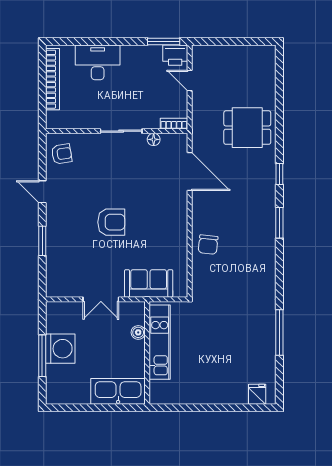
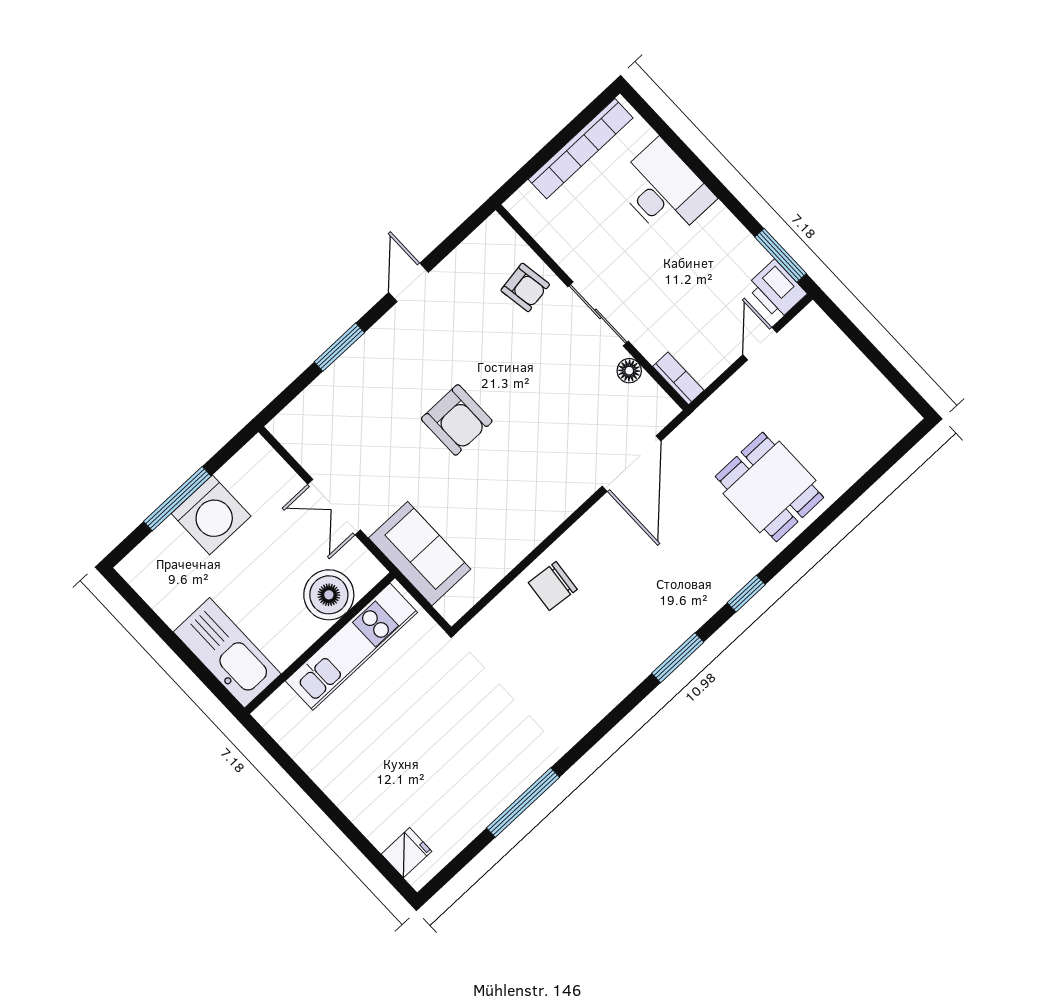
armchair: (62, 154) -> (525, 287), moved
boiler: (138, 332) -> (329, 595), width x1.86, depth x1.86

